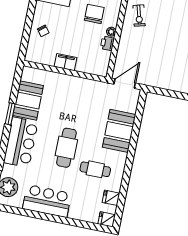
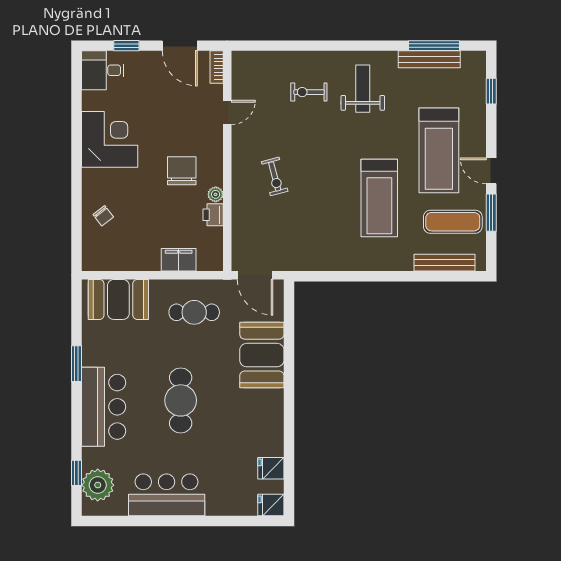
exercise bike: (139, 16) -> (275, 176), moved
filing cabinet: (65, 62) -> (179, 260), moved
door: (125, 84) -> (255, 275), swing flipped
booth: (28, 101) -> (118, 299), moved, turned 90
cafe table: (95, 169) -> (194, 312), moved

